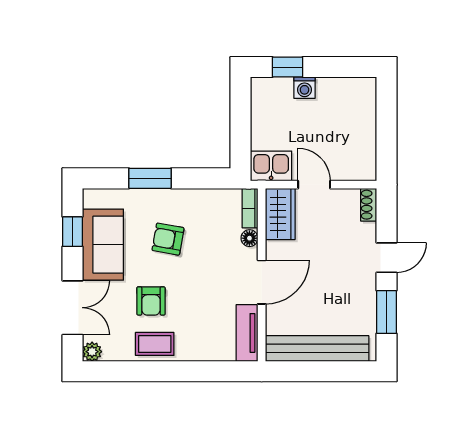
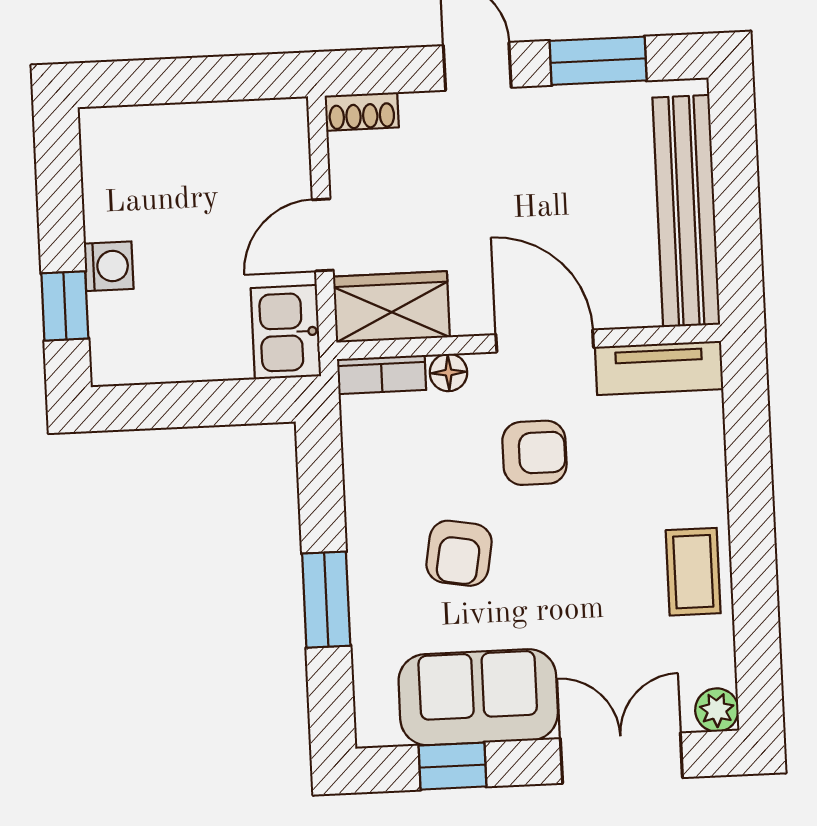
armchair: (151, 301) -> (534, 453), moved

